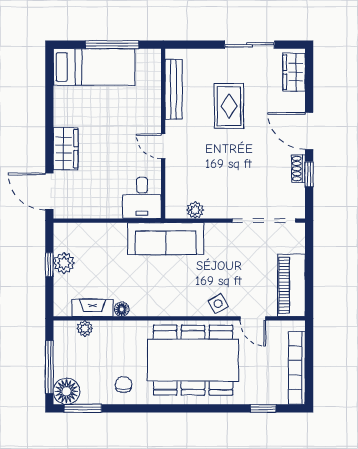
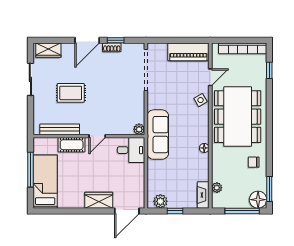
cot: (150, 107) -> (72, 145), added
plant: (195, 210) -> (139, 129), moved
plant: (64, 263) -> (160, 201), moved
fireplace: (93, 308) -> (203, 195), moved
floor lamp: (122, 309) -> (204, 148), moved

